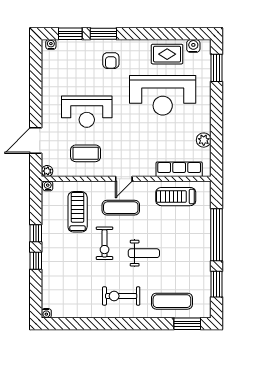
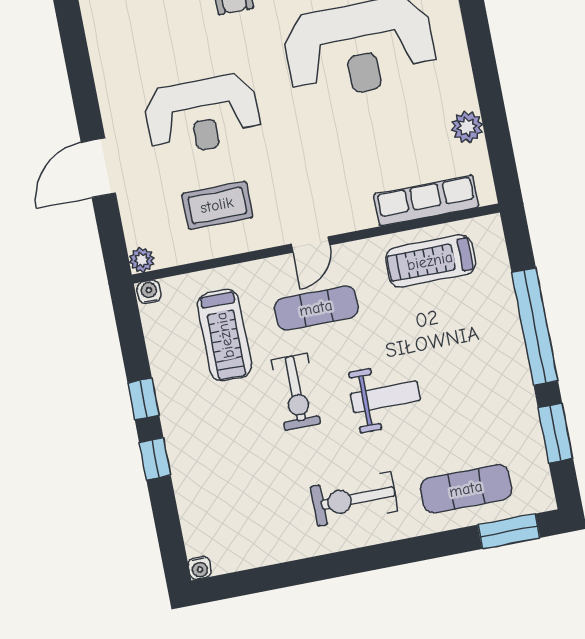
door: (36, 141) -> (98, 168), moved
treadmill: (78, 212) -> (225, 335), turned 180

